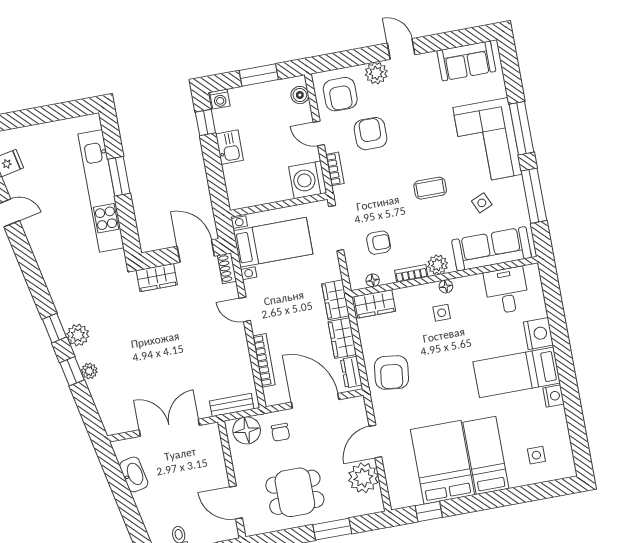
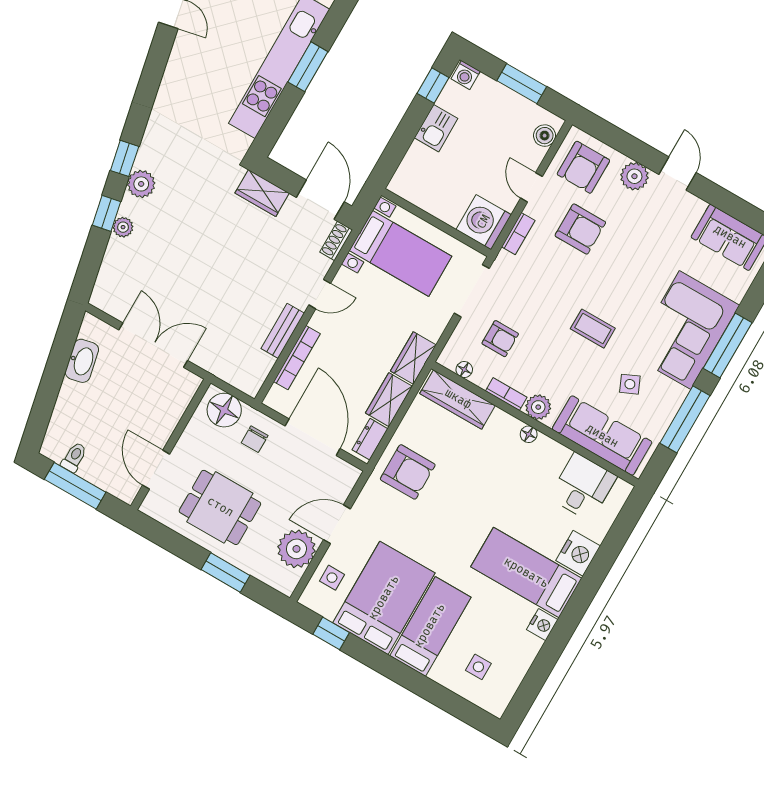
armchair: (371, 134) -> (580, 229), turned 90
wardrobe: (375, 304) -> (458, 399), width x1.50
door: (245, 309) -> (320, 294), swing flipped
side table: (442, 313) -> (332, 578), moved
armchair: (391, 373) -> (408, 472), turned -97
bench: (232, 405) -> (283, 331), moved, turned 90

